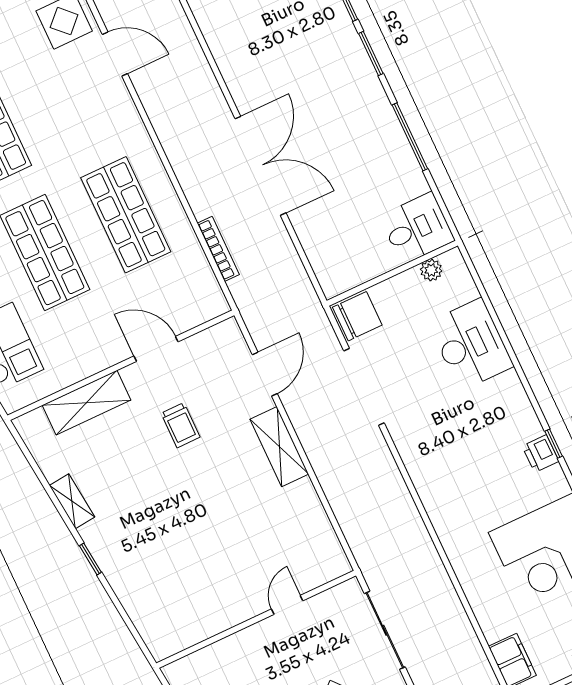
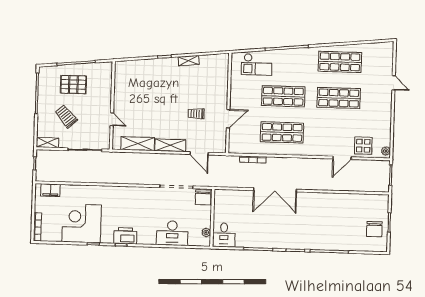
shelving: (87, 403) -> (138, 144), moved, turned 90
printer: (540, 454) -> (125, 236), width x1.87, depth x1.48

